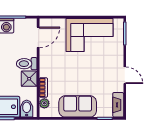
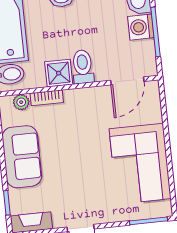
door: (38, 37) -> (127, 81), hinge flipped

